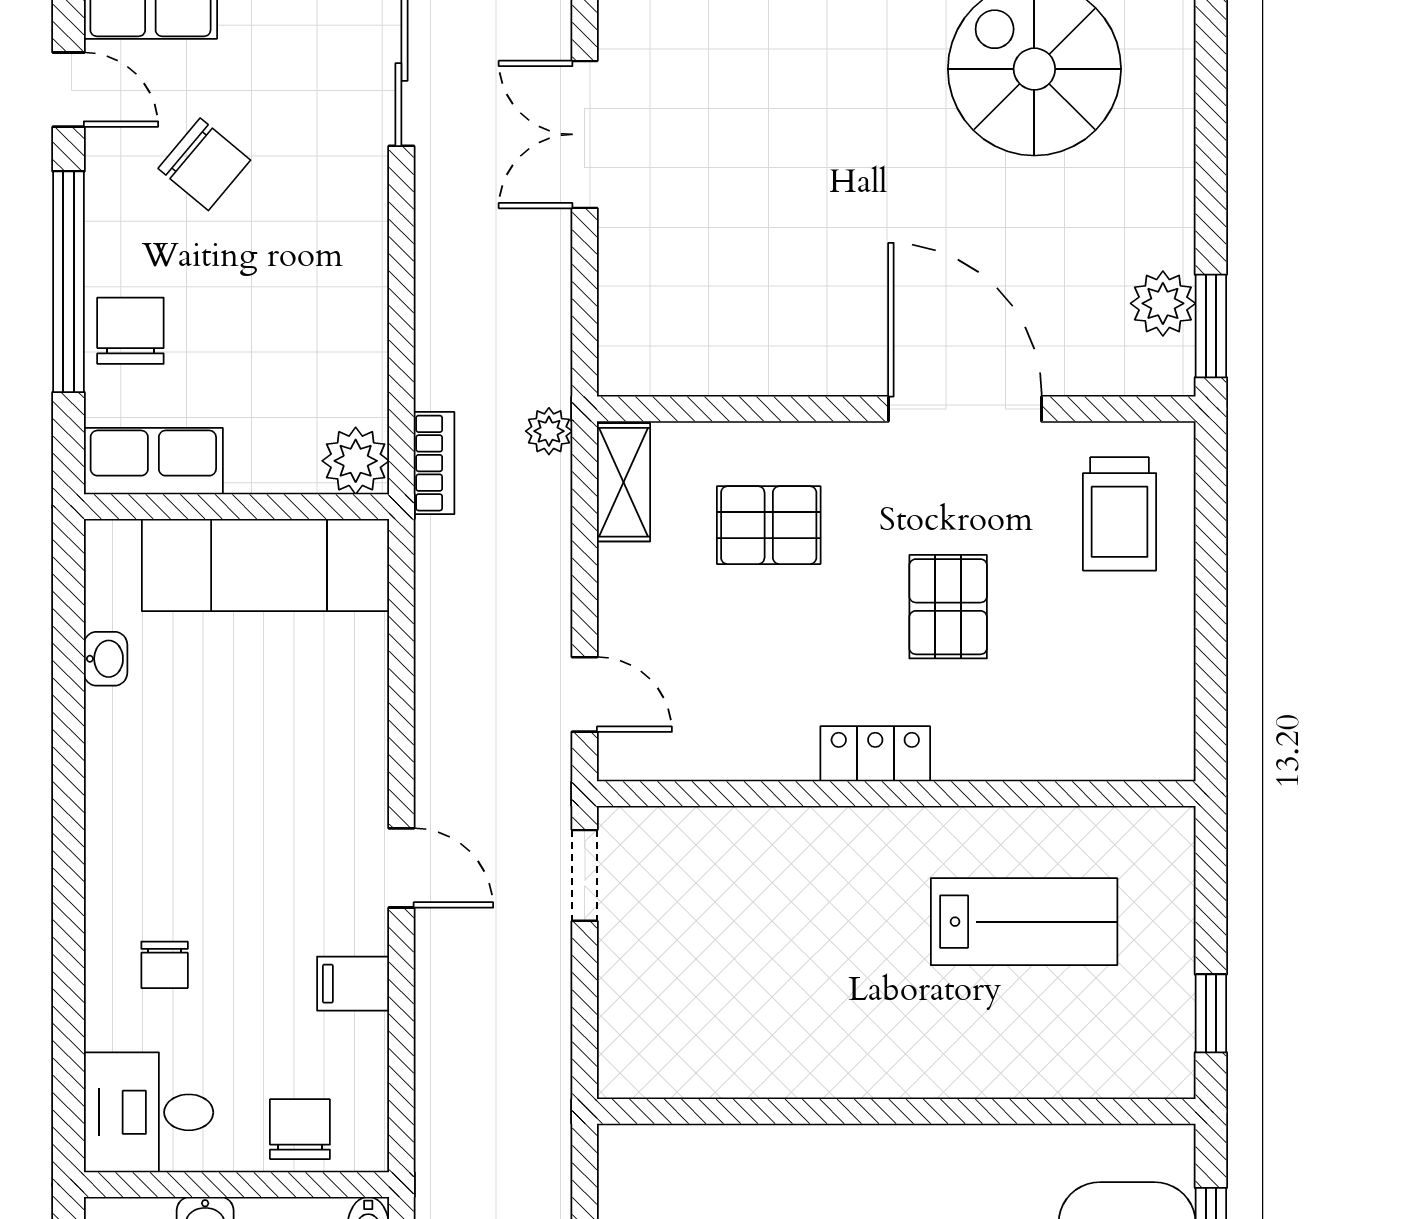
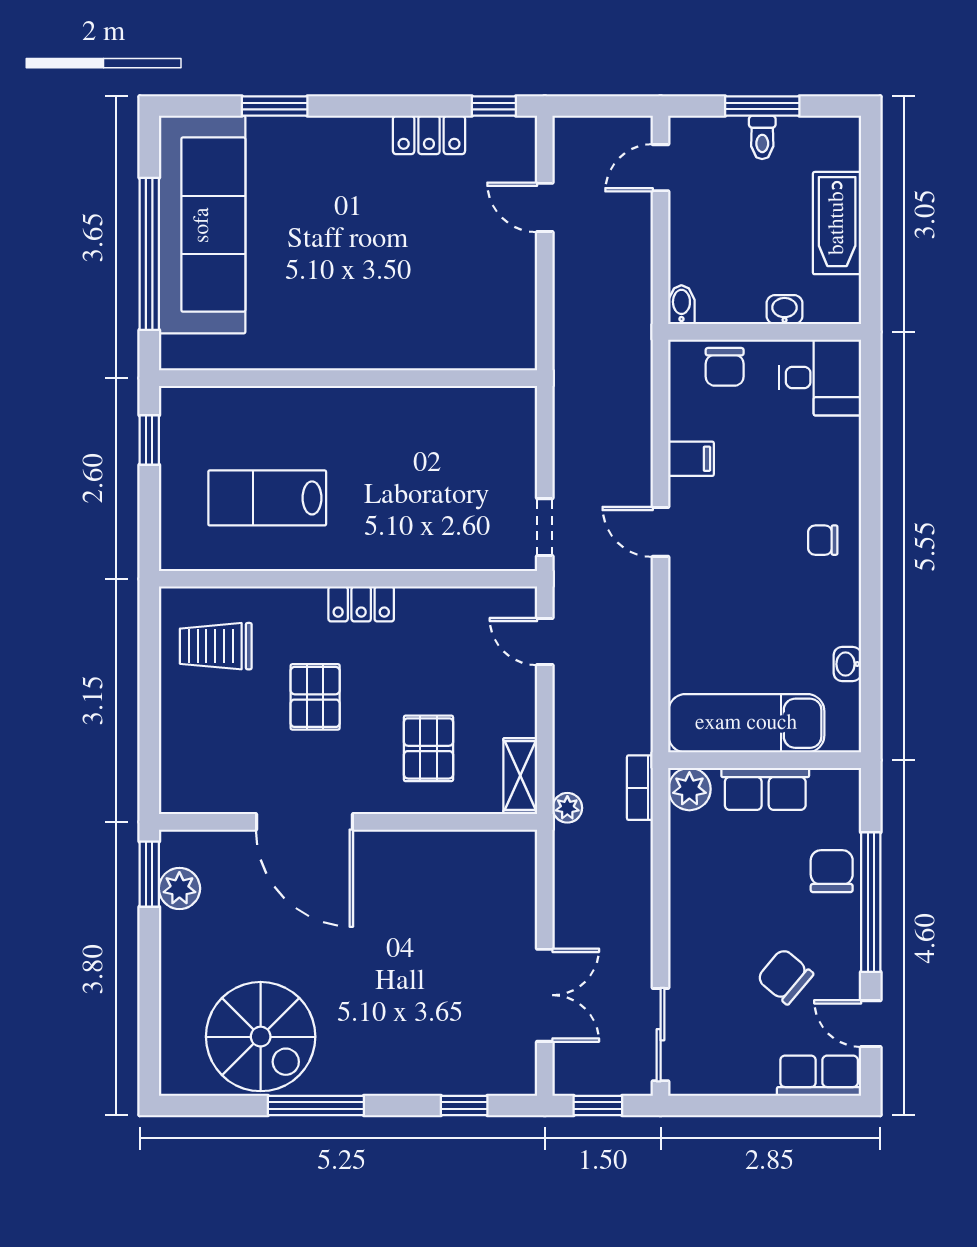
chair: (130, 331) -> (832, 871), turned 180
row of seats: (153, 461) -> (765, 789), moved
trolley: (1120, 514) -> (216, 646), moved, turned -90
pallet: (769, 525) -> (428, 748), turned 90
chair: (165, 965) -> (823, 540), moved, turned -90

